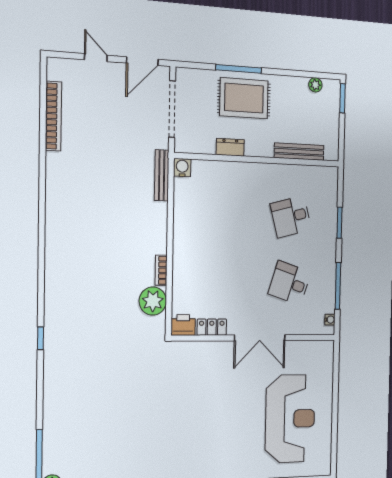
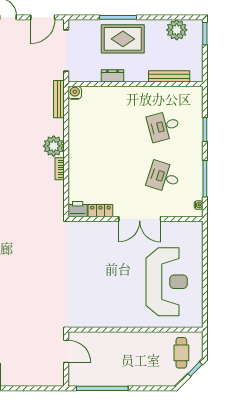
plant: (315, 85) -> (177, 30), width x1.87, depth x1.87
plant: (153, 301) -> (54, 146), moved

